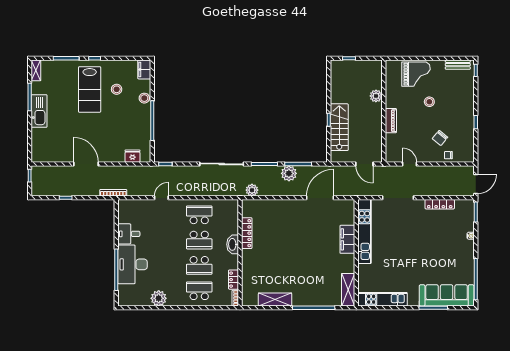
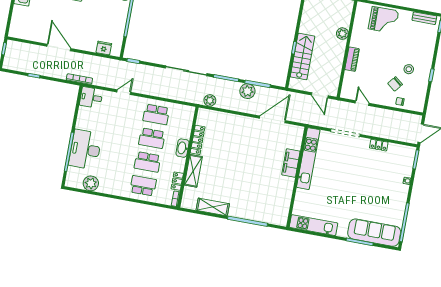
stool: (429, 102) -> (409, 69), moved
locker: (440, 204) -> (379, 145), width x0.66
school desk: (199, 215) -> (156, 115), turned 180
desk: (129, 234) -> (91, 97), moved
shelving: (348, 290) -> (193, 171), moved
plant: (159, 298) -> (91, 183), moved

